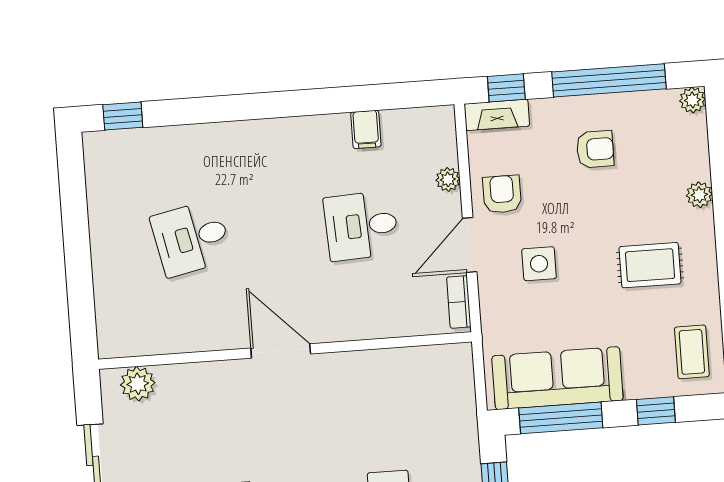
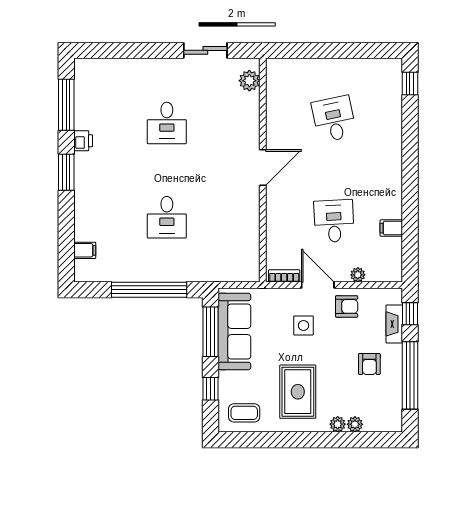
plant: (692, 100) -> (355, 424), moved
fireplace: (497, 115) -> (394, 324), moved
rug: (650, 265) -> (298, 392), width x1.36, depth x1.43

